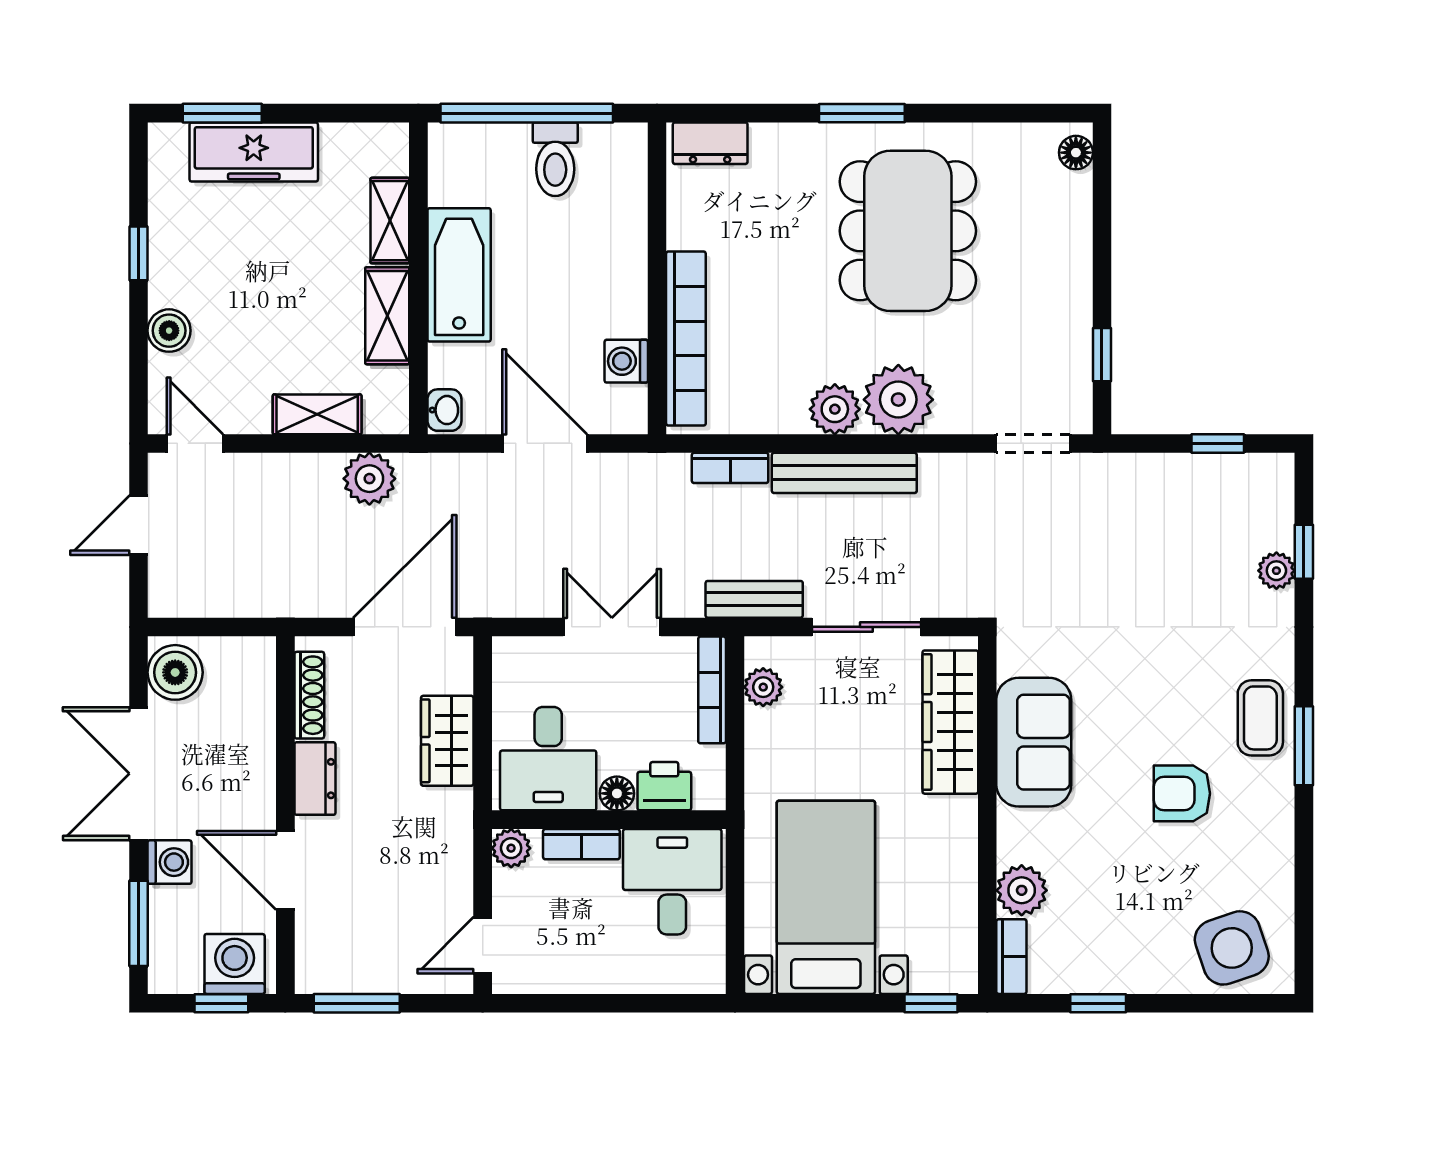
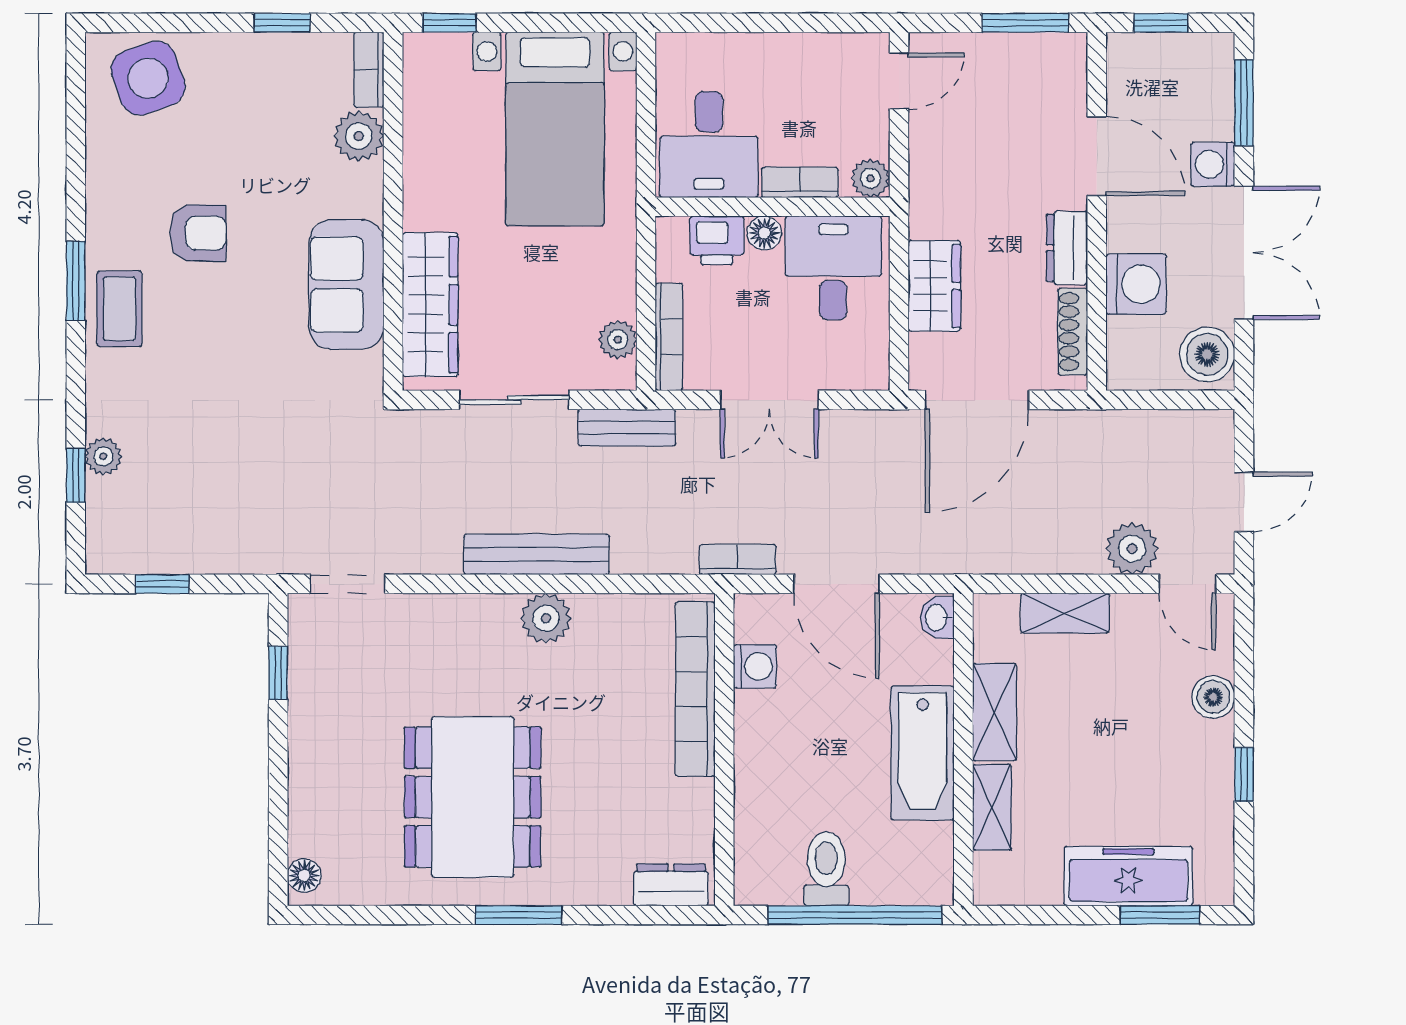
plant: (898, 400) -> (482, 628), removed
bookcase: (730, 468) -> (738, 559), moved
plant: (369, 479) -> (1132, 549), moved
washing machine: (235, 964) -> (1136, 284), moved, turned -90

